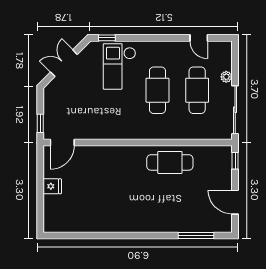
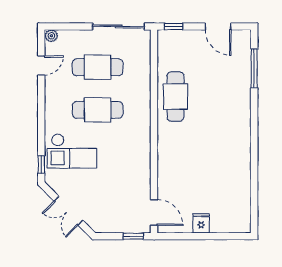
plant: (226, 77) -> (51, 36), moved
door: (235, 202) -> (218, 26), hinge flipped

